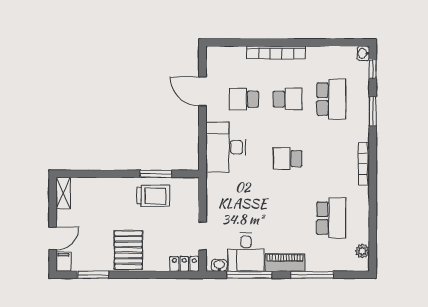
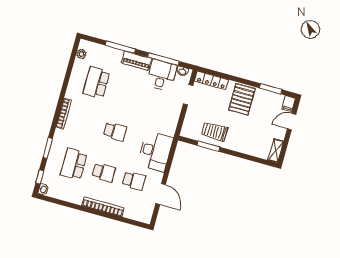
school desk: (288, 99) -> (104, 172), turned 180
locker: (184, 264) -> (212, 80), width x1.53

